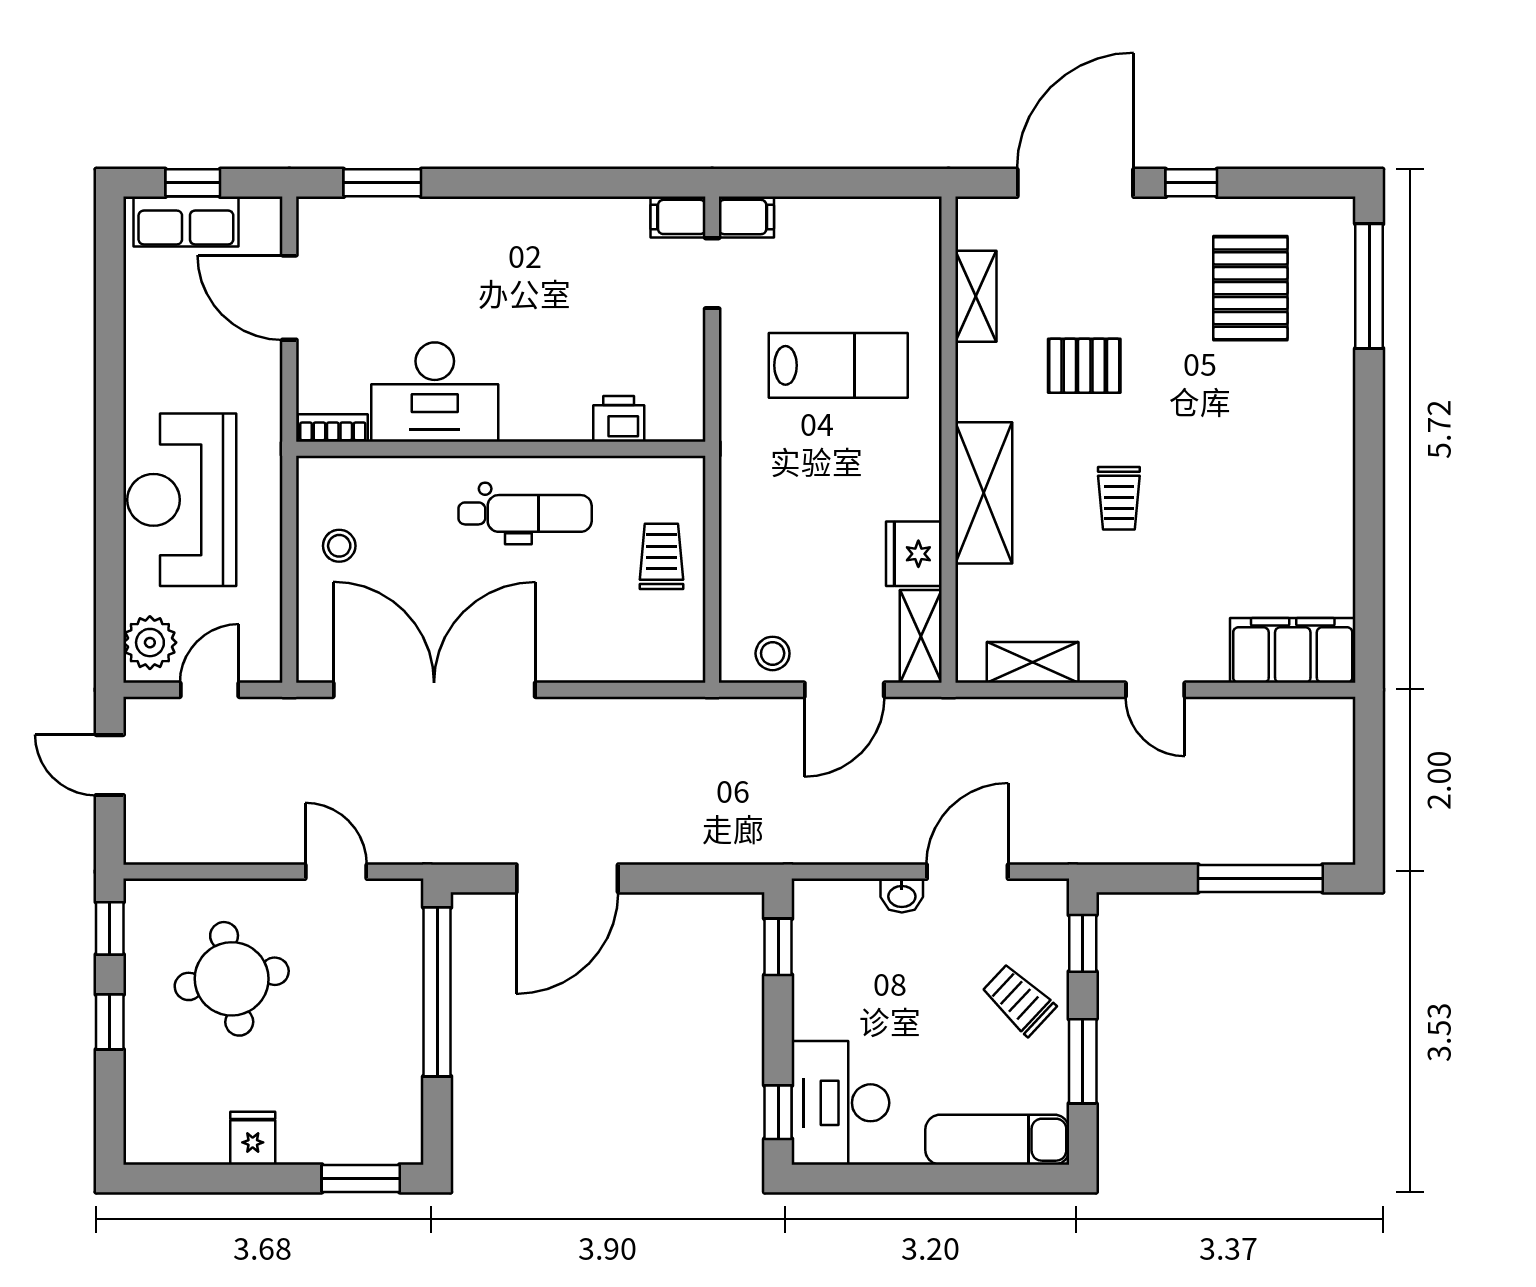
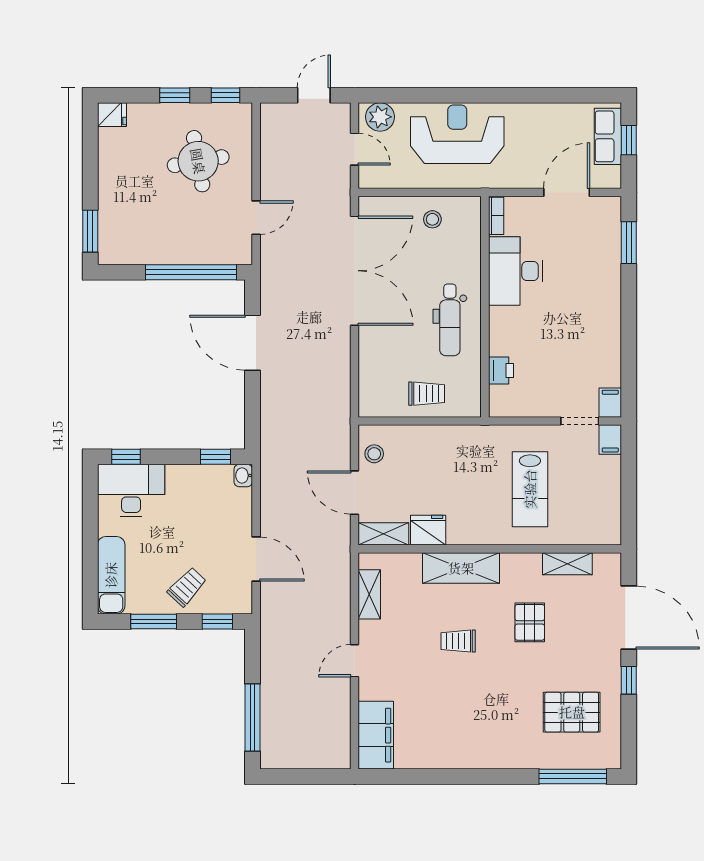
washbasin: (902, 895) -> (243, 476), moved
fridge: (253, 1138) -> (112, 115), moved

